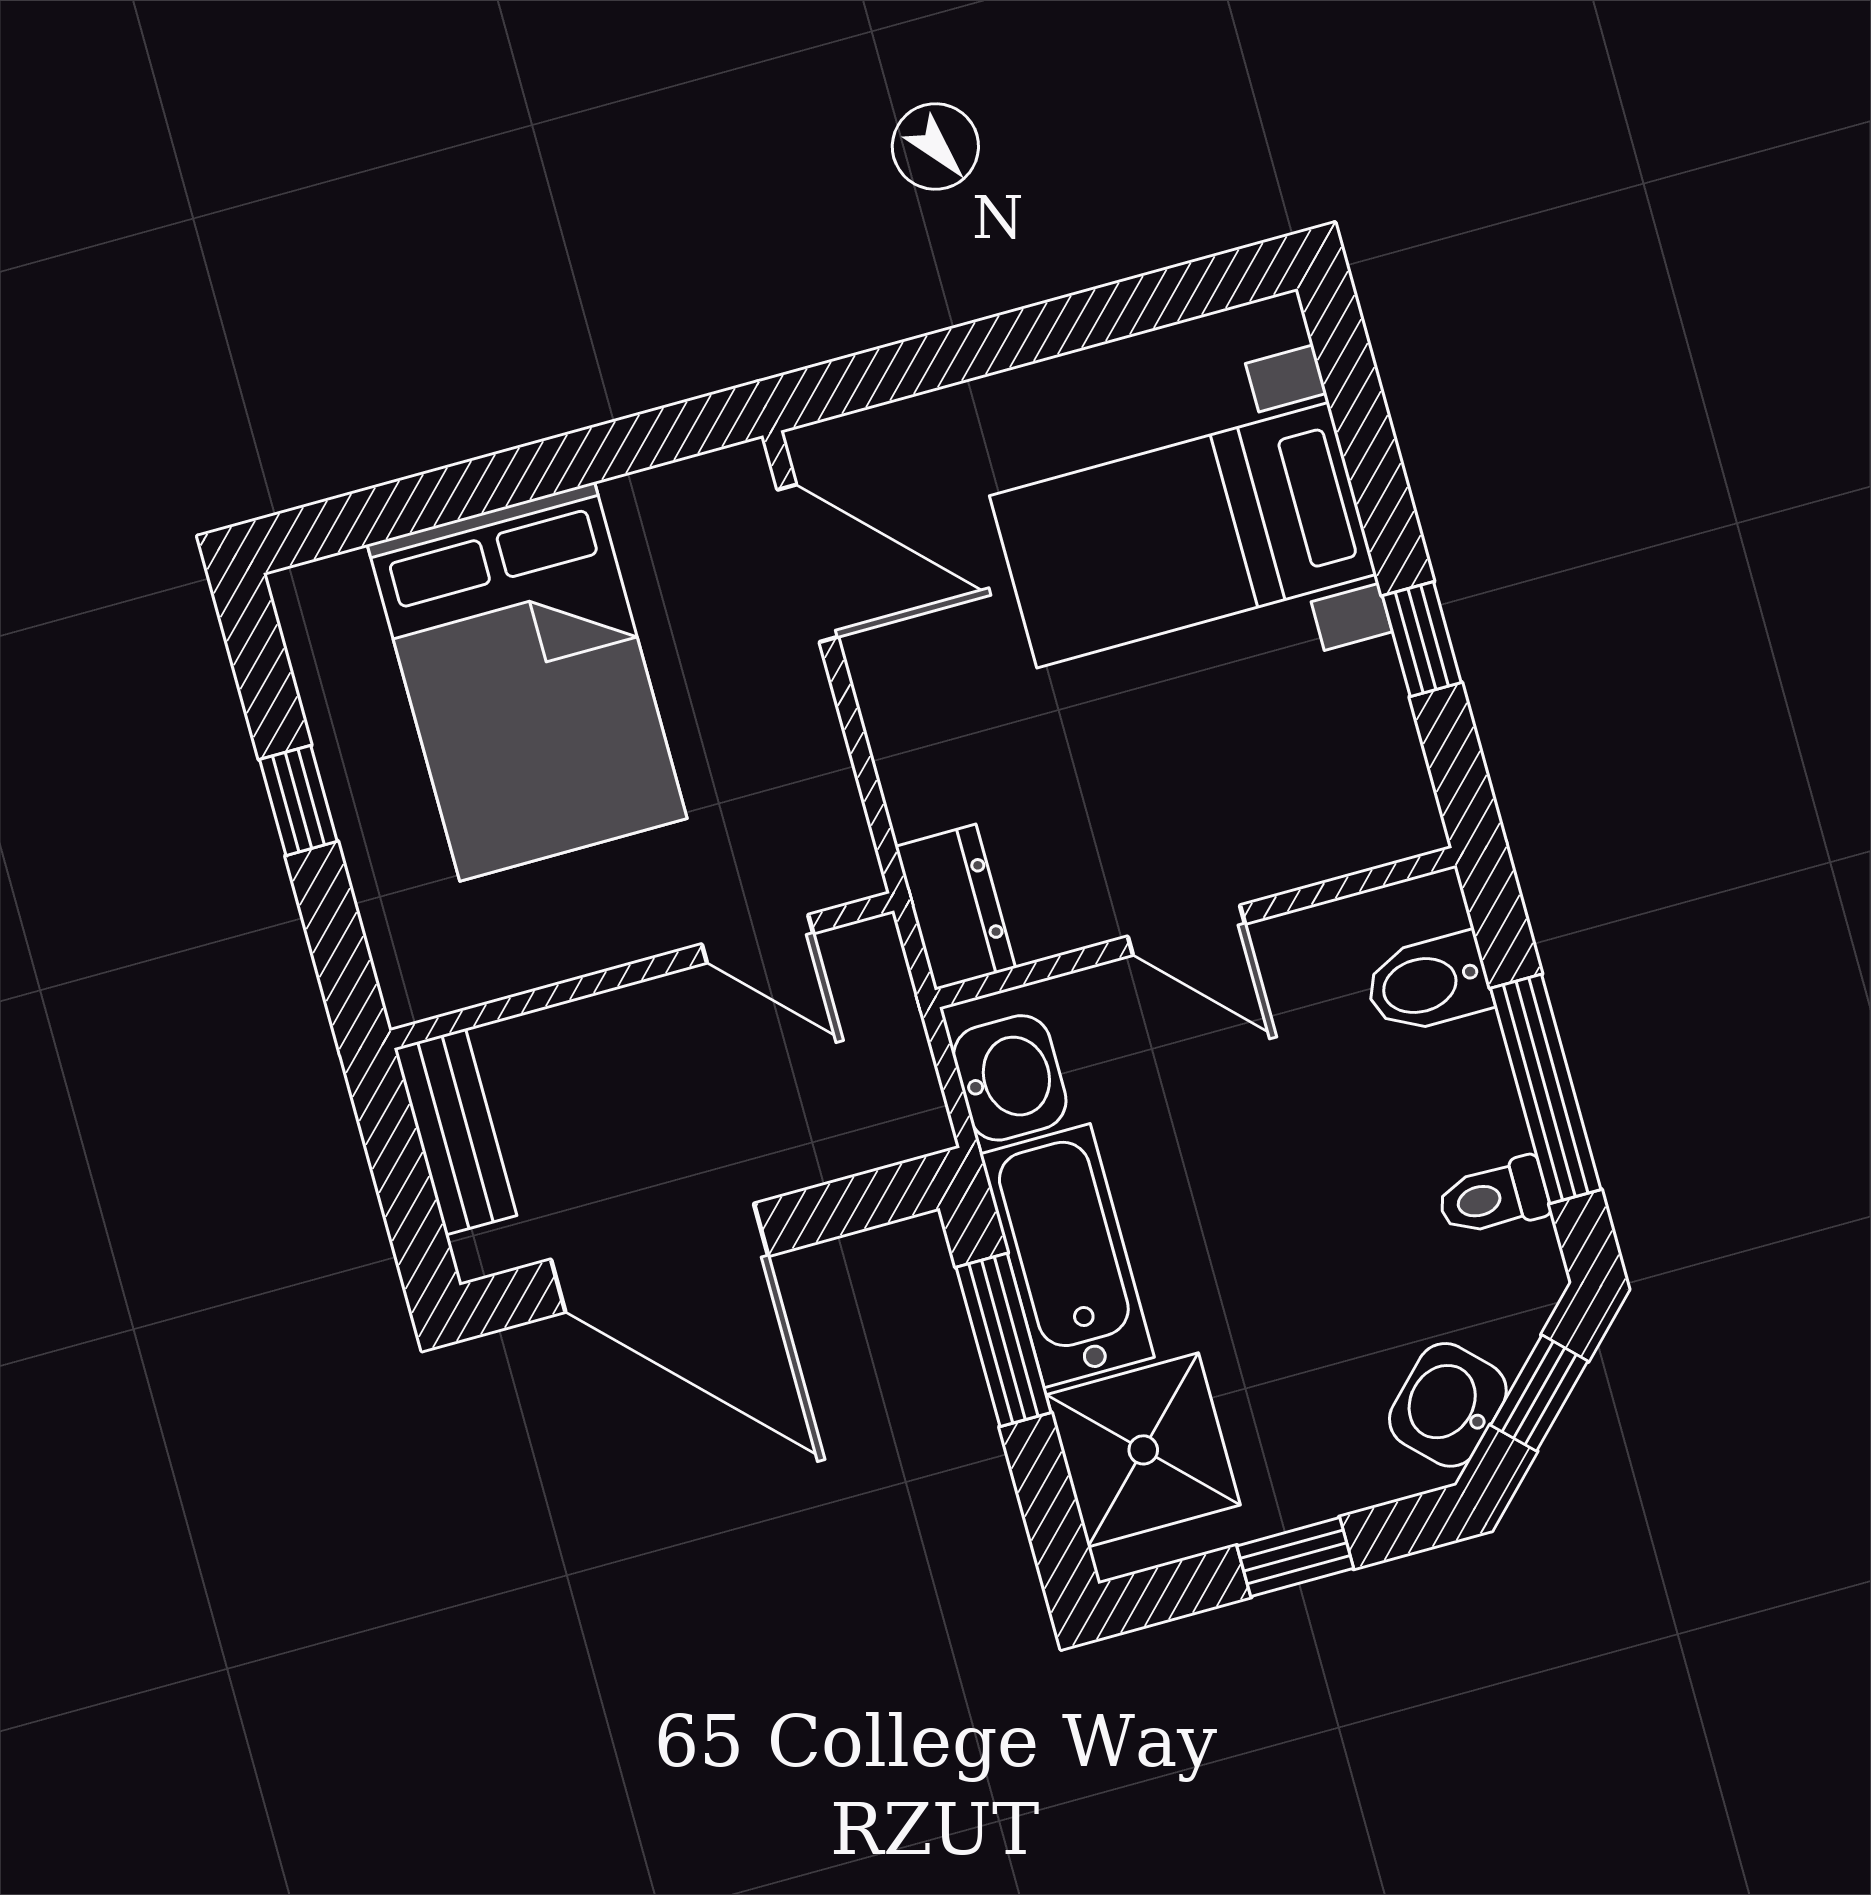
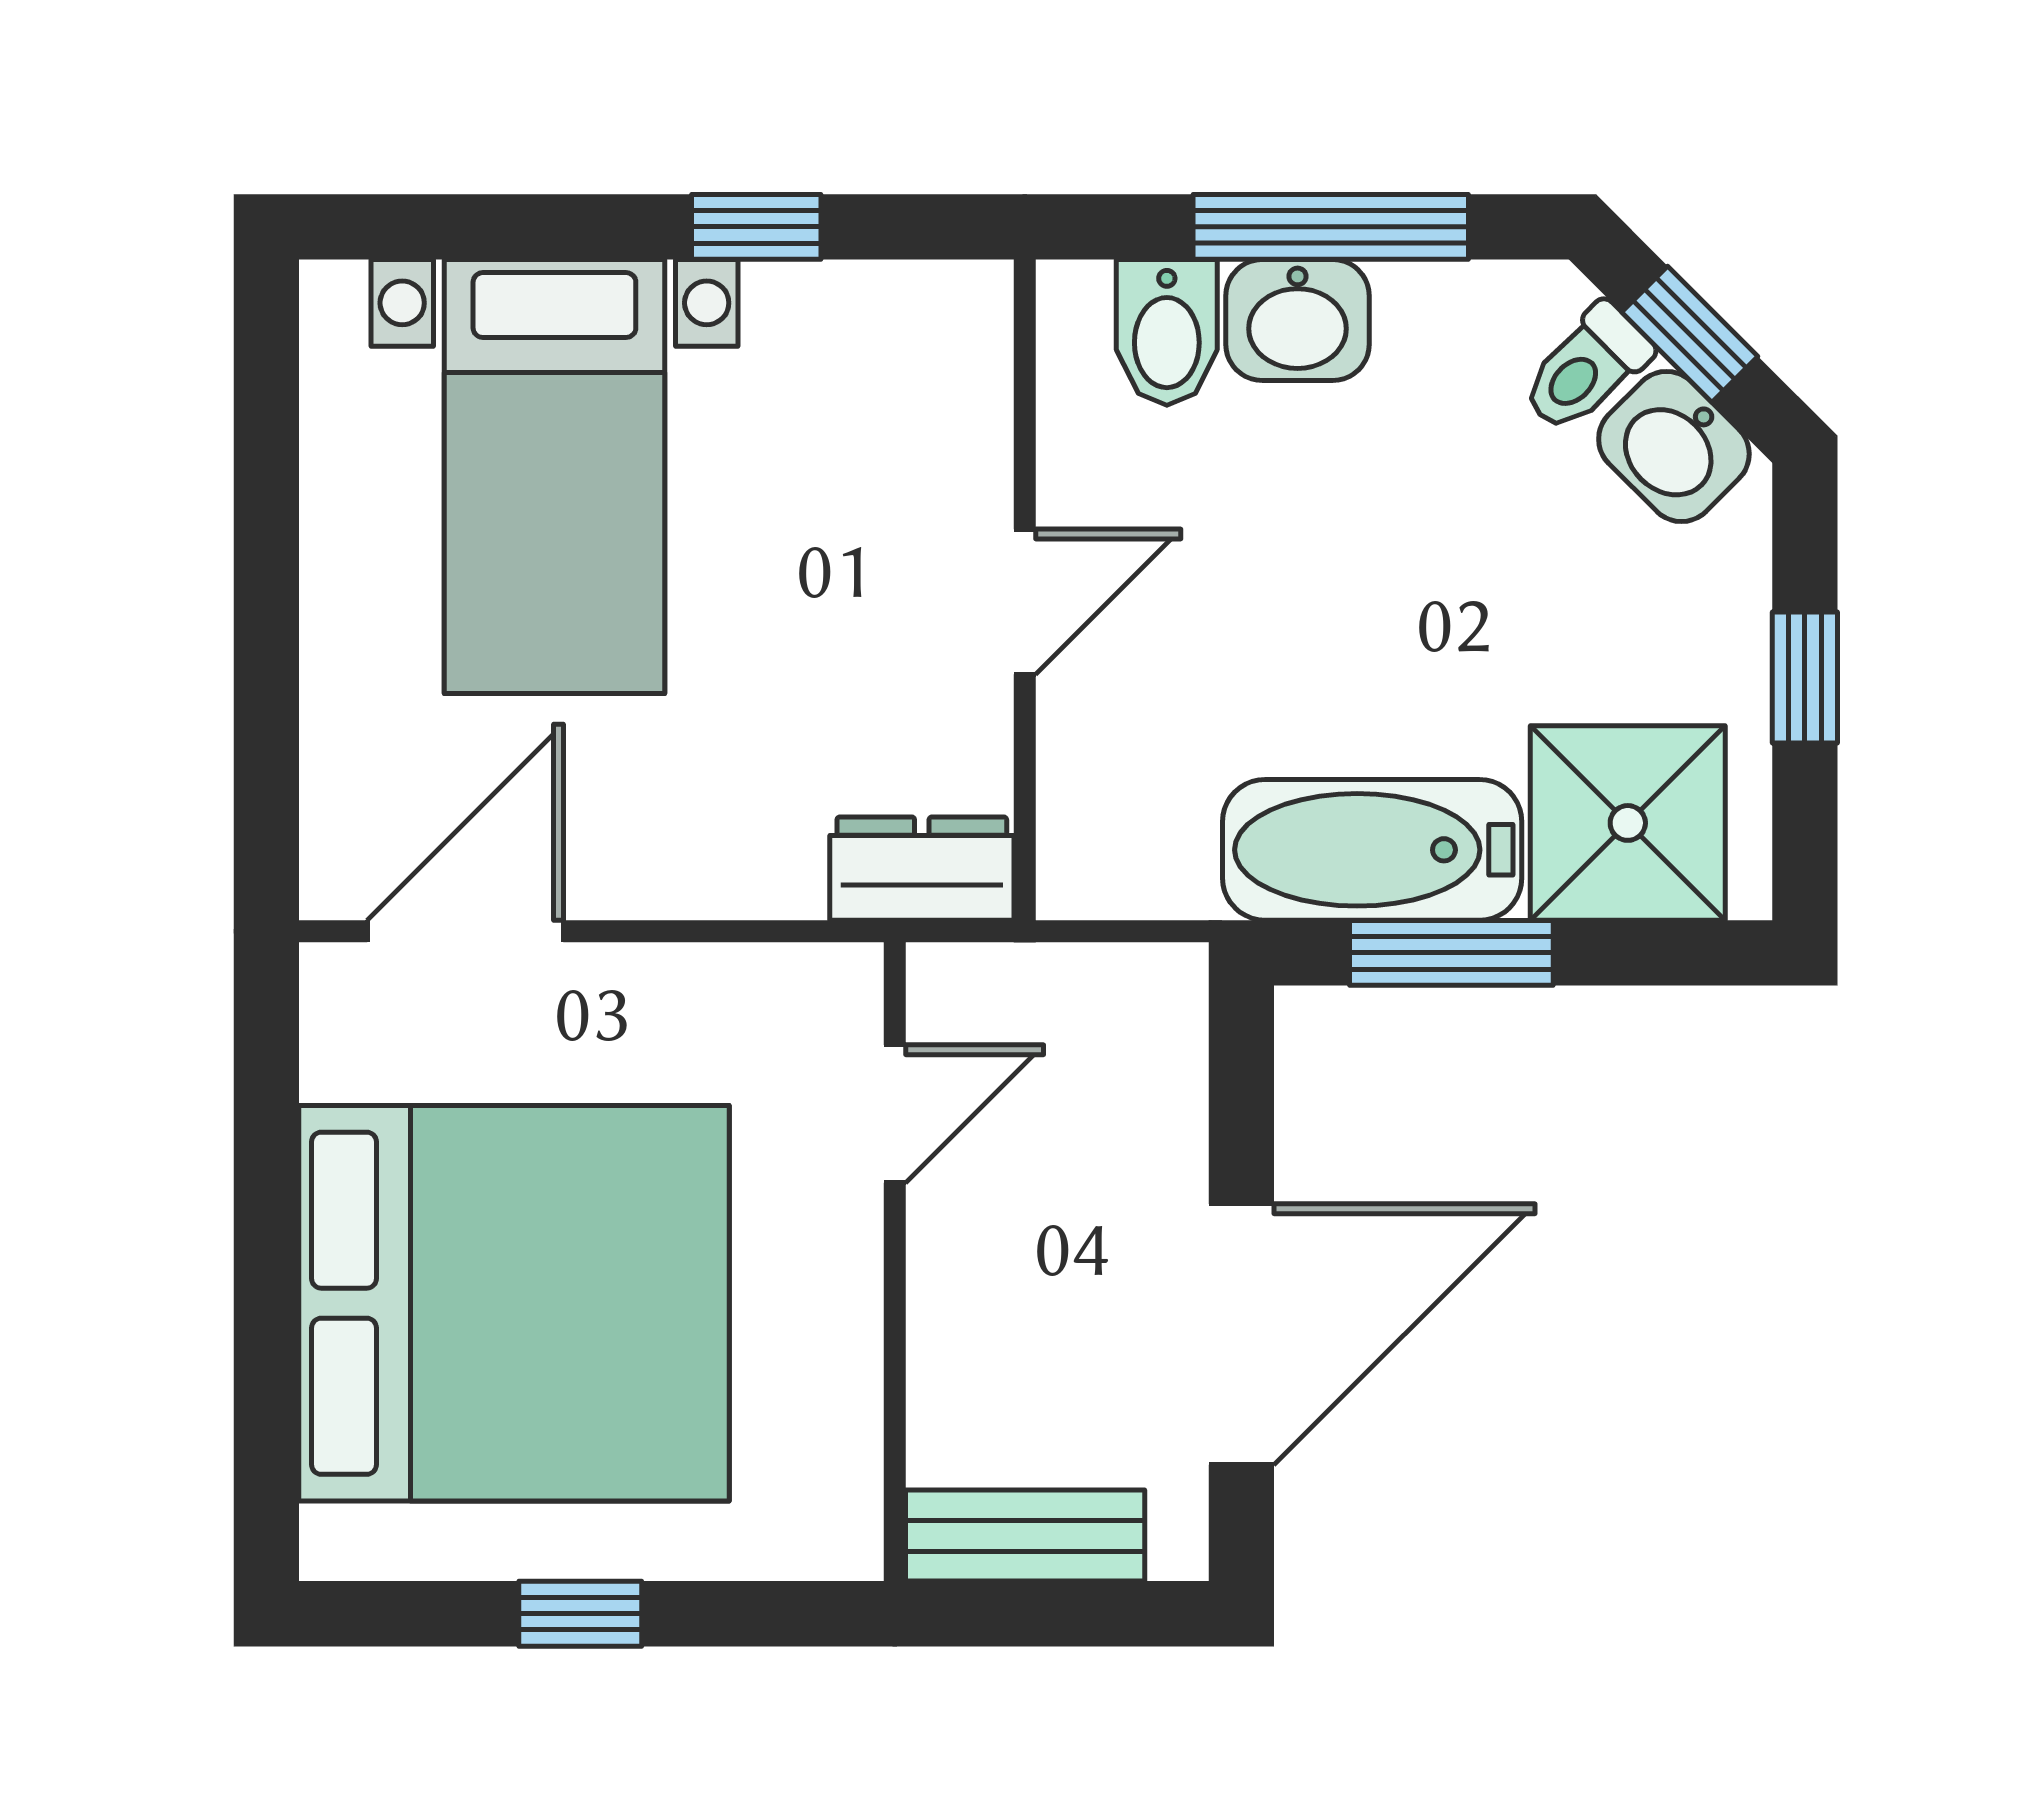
bed: (527, 682) -> (514, 1303), width x1.36
washbasin: (1010, 1078) -> (1298, 320), moved, turned 180
toilet: (1493, 1197) -> (1586, 368), moved, turned 45

